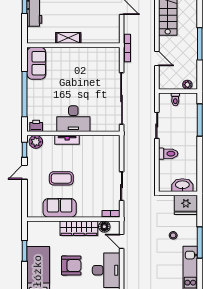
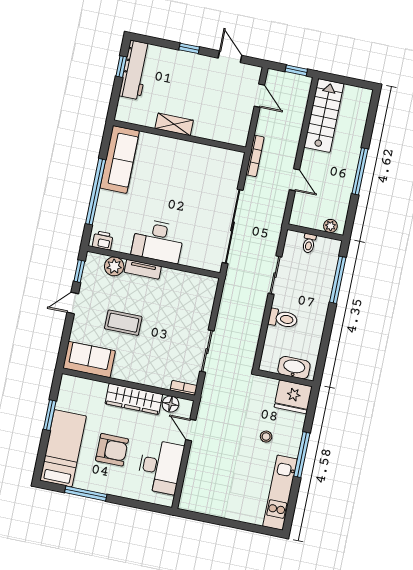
sofa: (36, 63) -> (120, 159), width x1.36
plant: (36, 142) -> (114, 266), moved
sofa: (60, 208) -> (89, 360), moved

